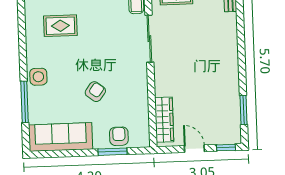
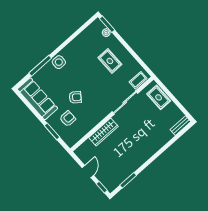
rug: (60, 26) -> (110, 61), moved
wardrobe: (164, 120) -> (103, 132), moved
armchair: (119, 136) -> (68, 119), moved

